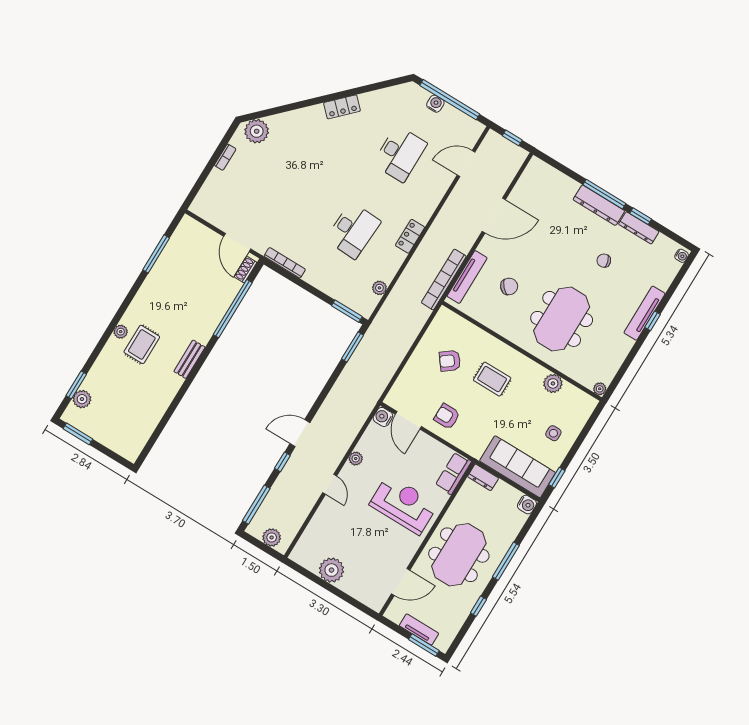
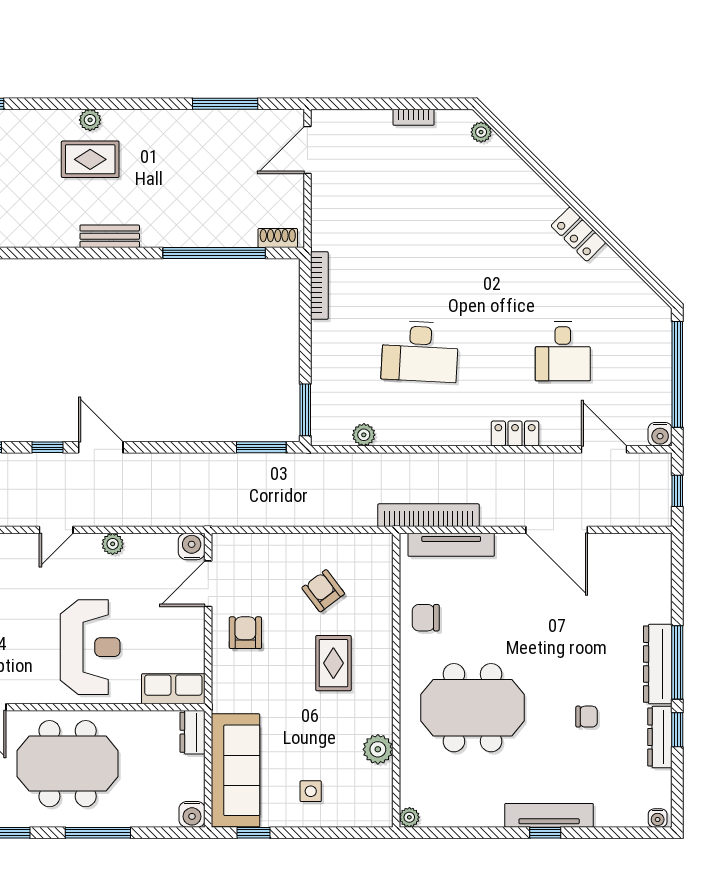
water cooler: (435, 104) -> (660, 434), moved, turned 90
plant: (257, 131) -> (481, 132), width x0.53, depth x0.53
desk: (400, 154) -> (563, 351), width x0.73
locker: (410, 236) -> (515, 434), moved
door: (237, 243) -> (307, 150), moved
chair: (604, 261) -> (587, 717), turned 107
chair: (509, 286) -> (426, 618), moved, turned 132

